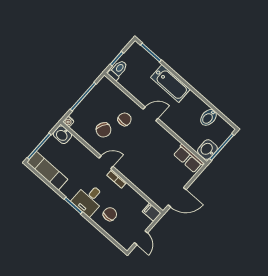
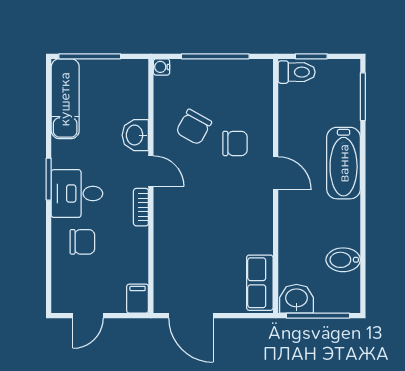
washbasin: (62, 135) -> (135, 135), moved

